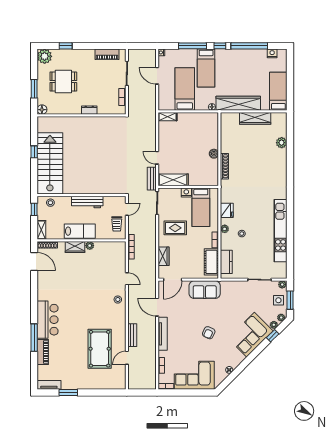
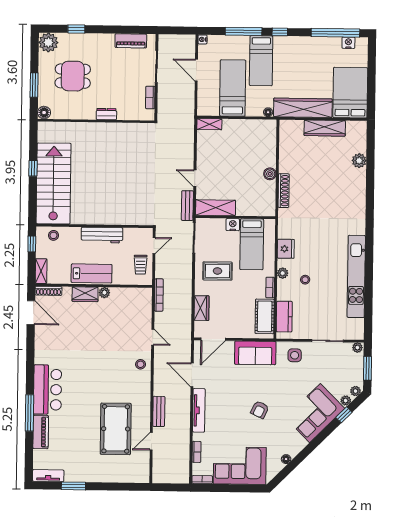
window: (249, 46) -> (335, 33), moved
bed: (278, 91) -> (350, 93), width x1.50
side table: (278, 300) -> (295, 355), moved

